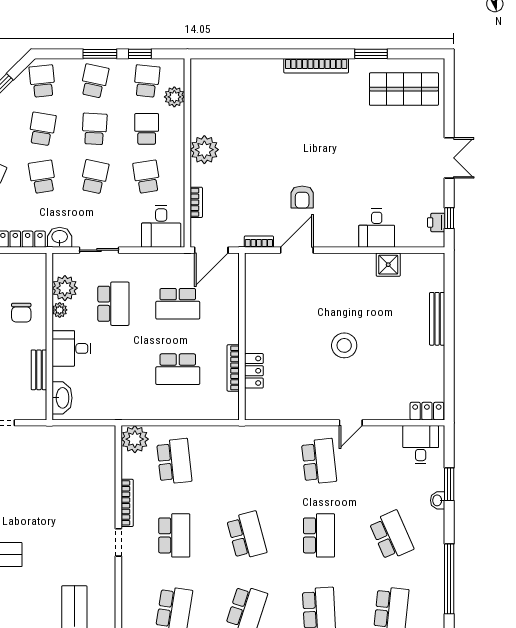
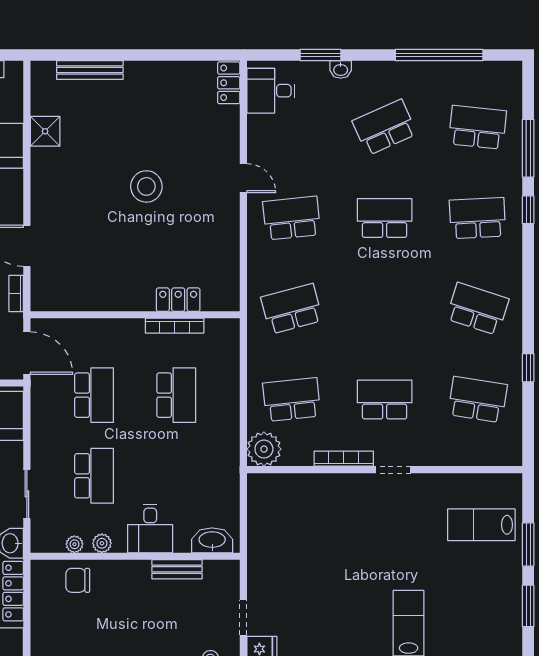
plant: (65, 288) -> (74, 544), width x0.53, depth x0.53
school desk: (113, 304) -> (94, 476), turned 90
chair: (21, 313) -> (78, 580), moved, turned 180
bench: (437, 319) -> (90, 70), moved
school desk: (247, 535) -> (292, 309), moved

